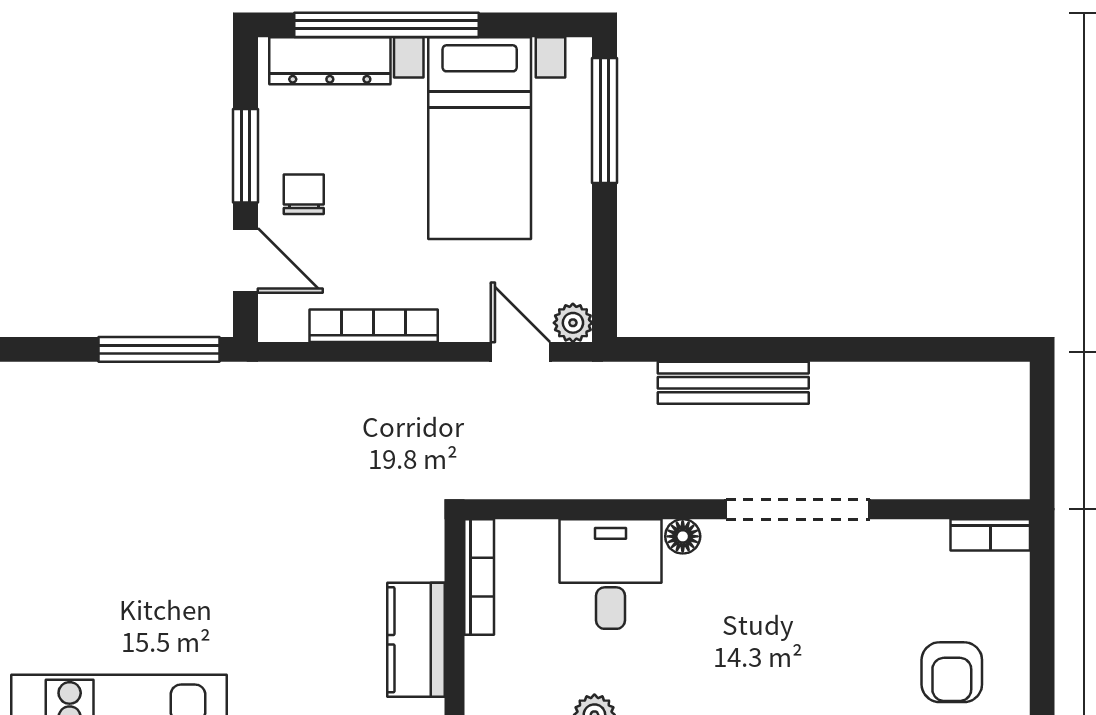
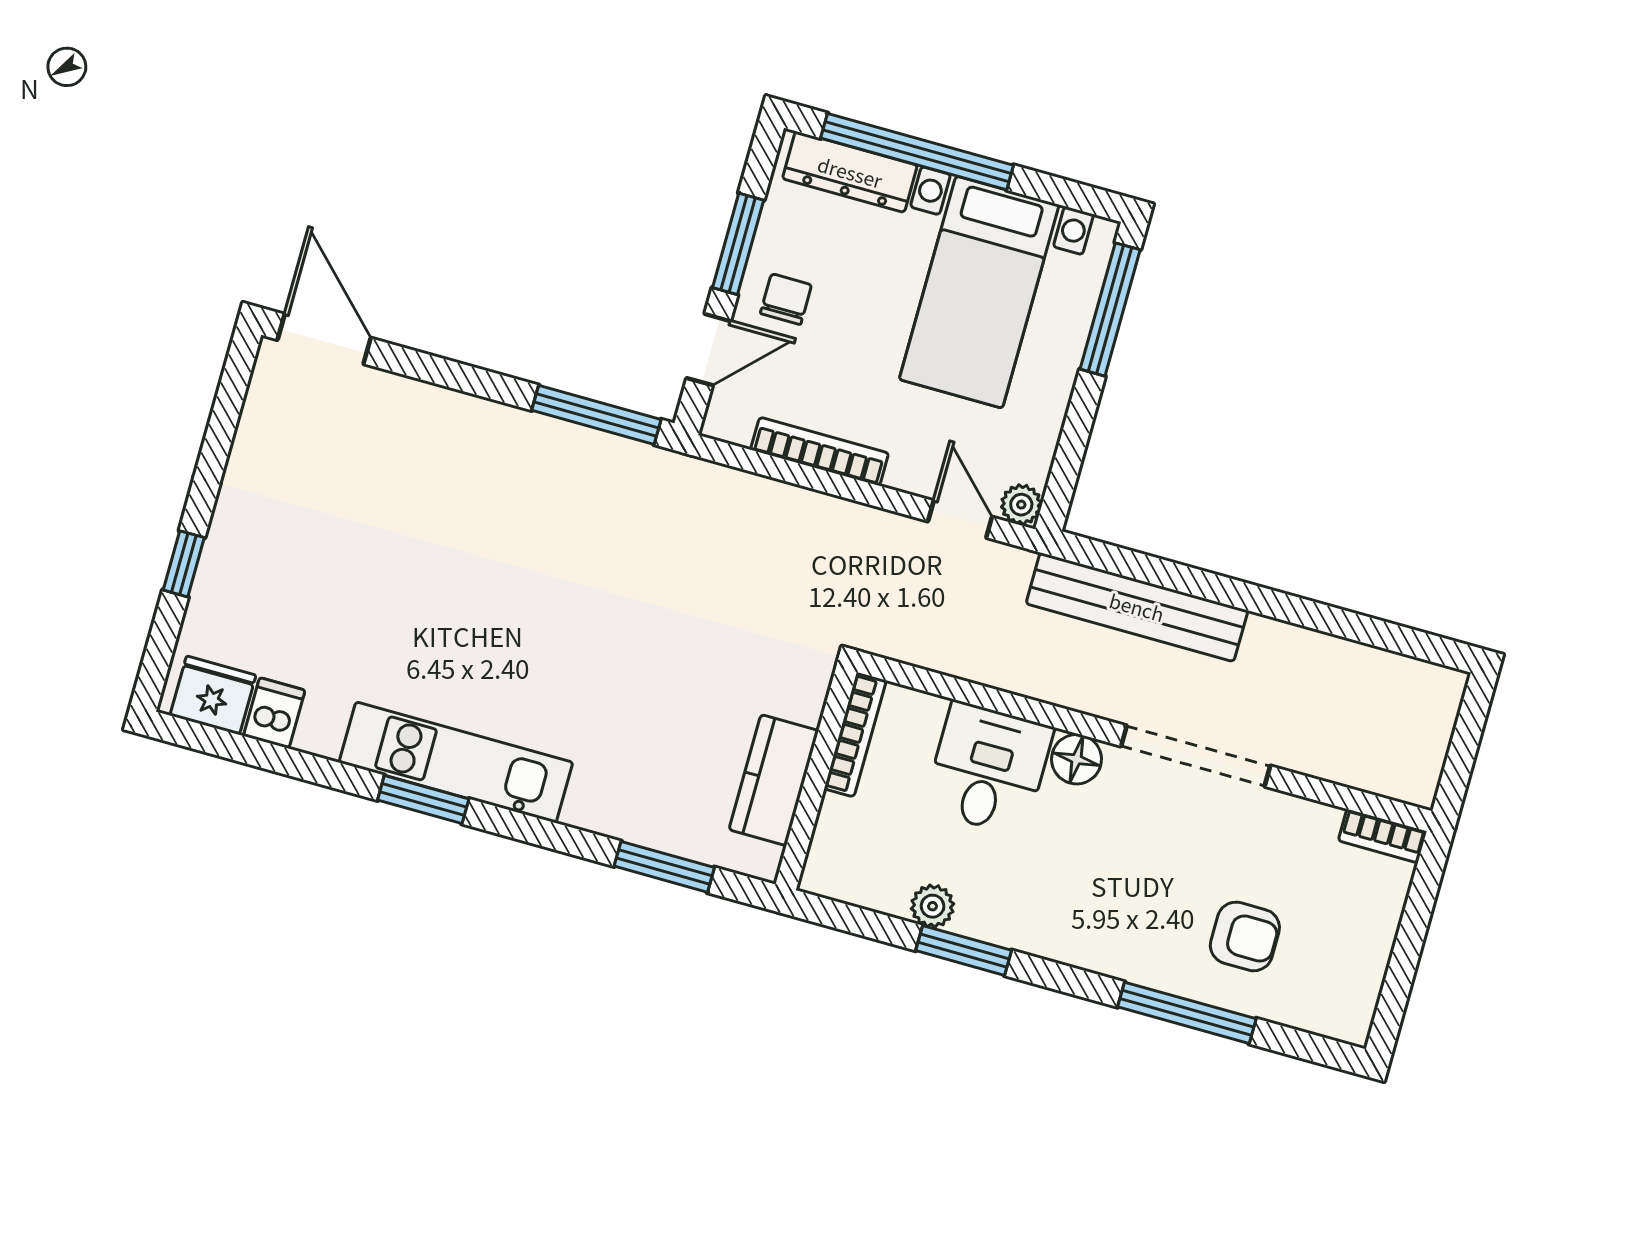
door: (245, 260) -> (709, 350), hinge flipped
bench: (733, 383) -> (1137, 607), width x1.37, depth x1.21
floor lamp: (683, 536) -> (1077, 759), width x1.37, depth x1.37
armchair: (952, 672) -> (1245, 936), moved, turned -90

